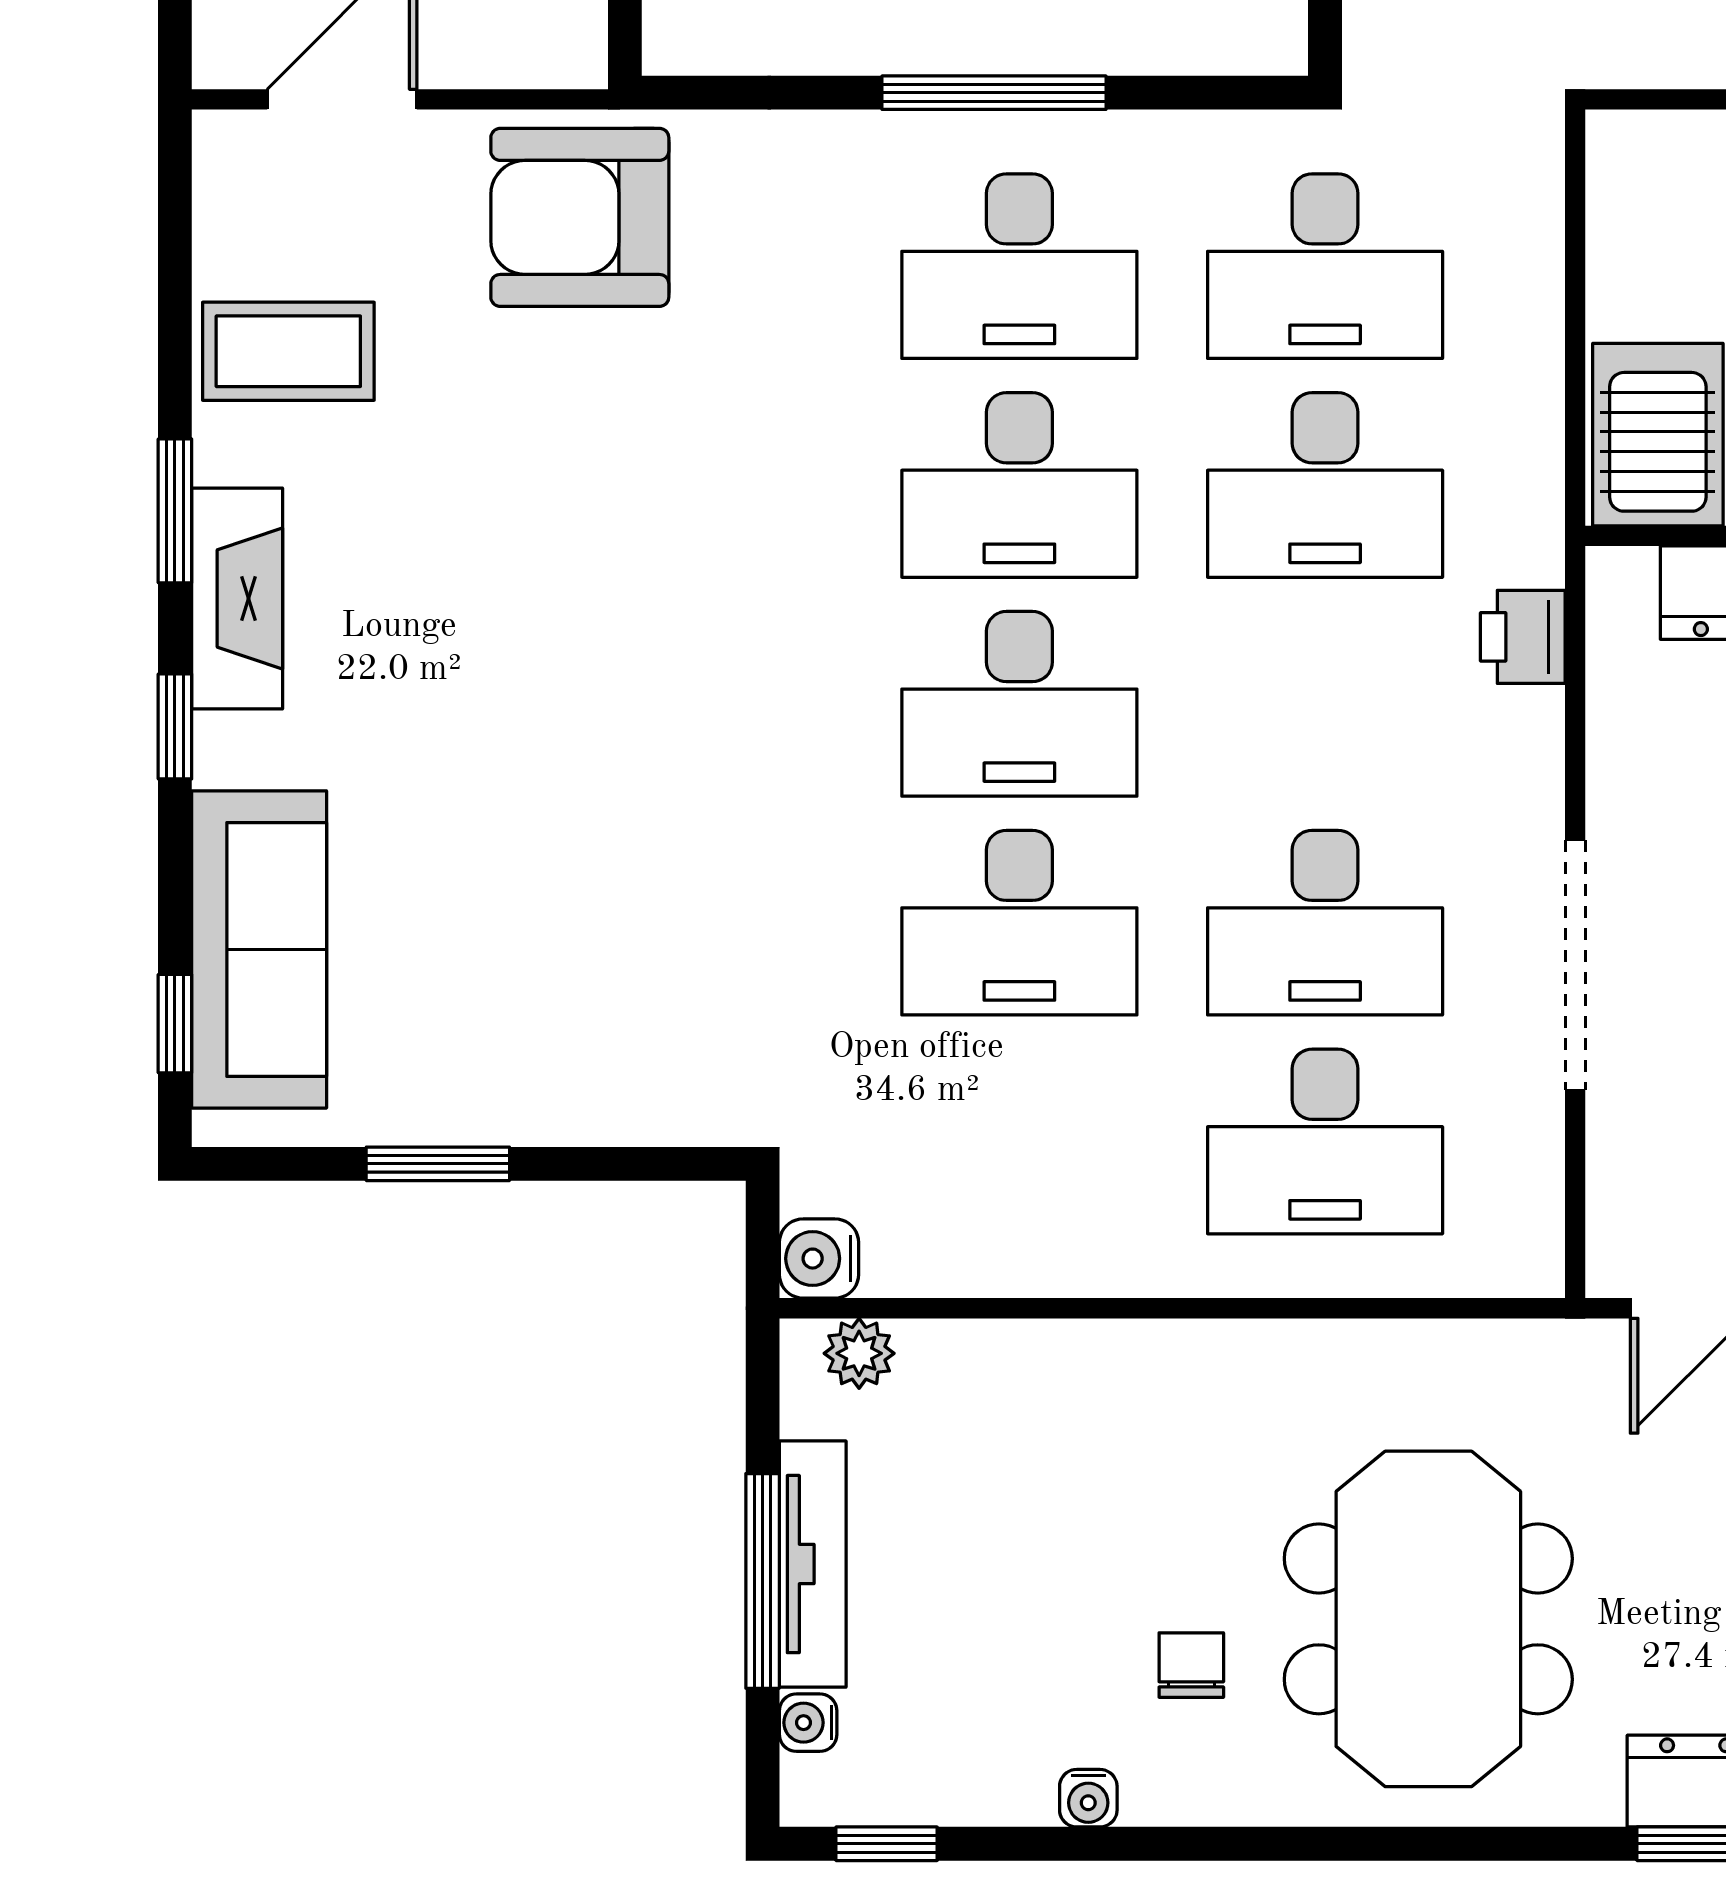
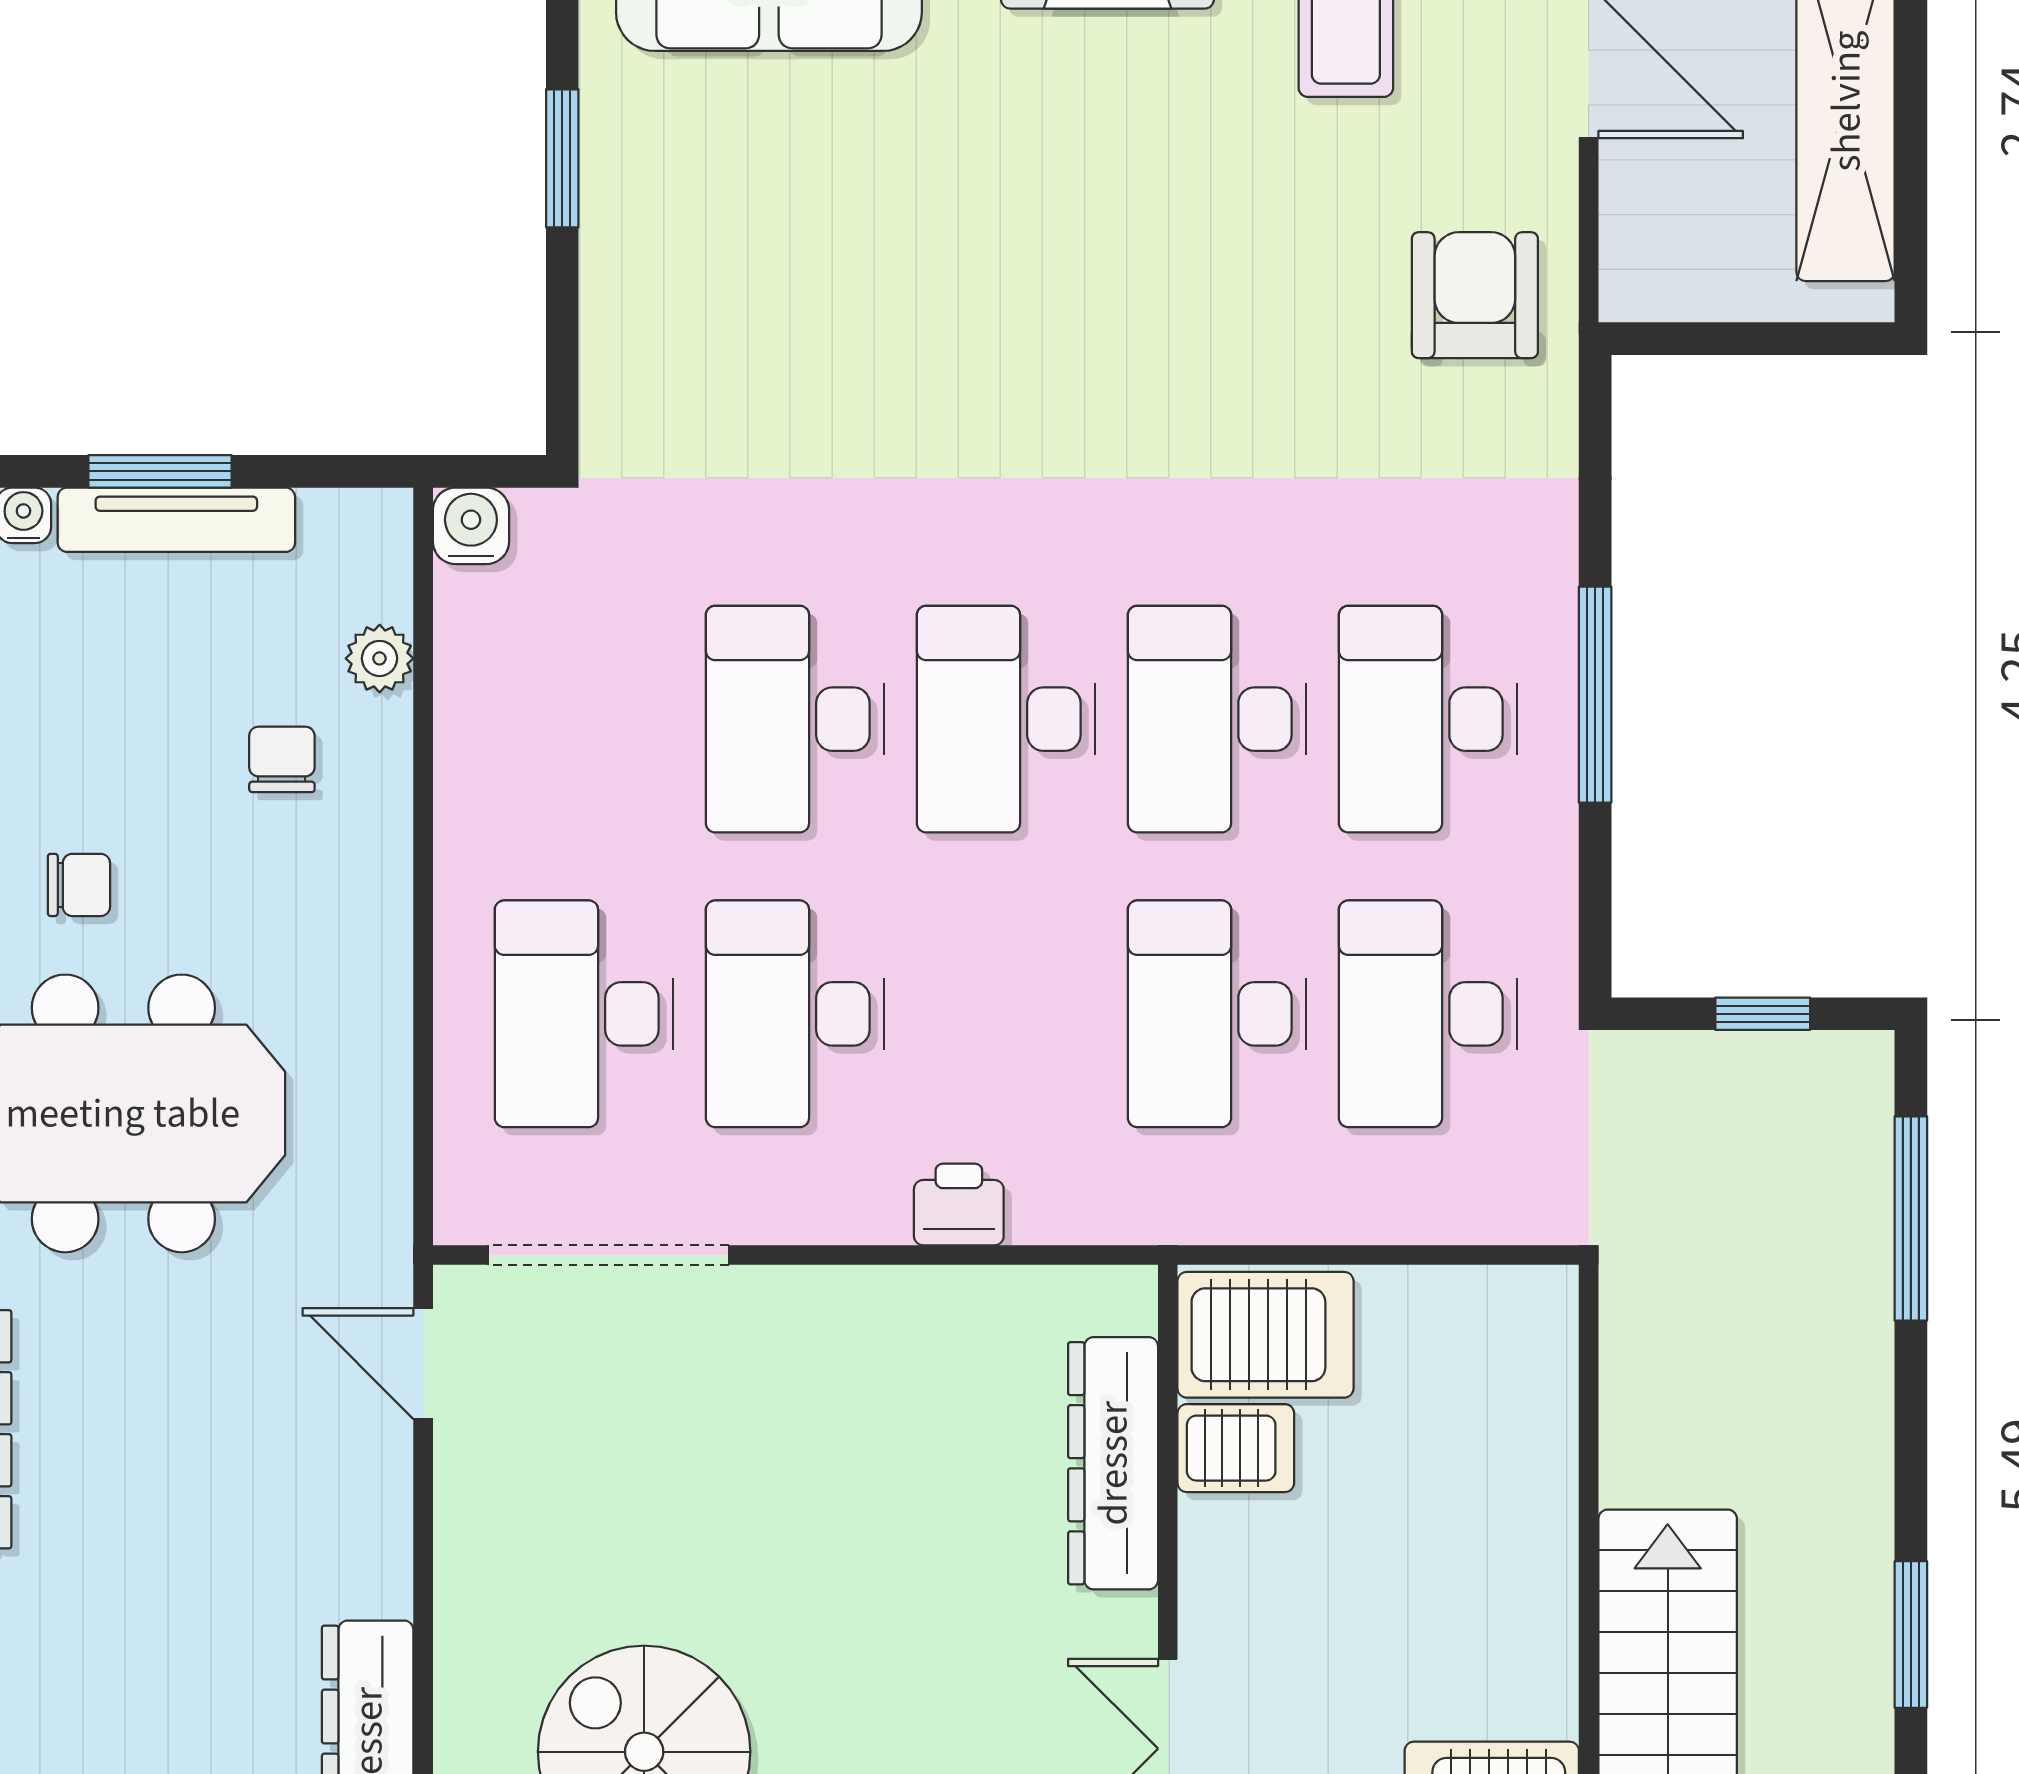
armchair: (580, 217) -> (1475, 295), width x0.73, depth x0.73
printer: (1523, 637) -> (959, 1204), moved
doorway: (1575, 965) -> (608, 1255), moved
plant: (859, 1353) -> (380, 658), moved
chair: (1061, 1455) -> (282, 759), added
window: (763, 1581) -> (160, 471), width x0.69

